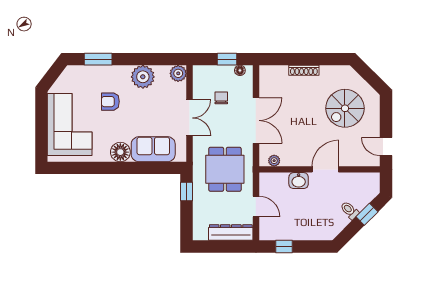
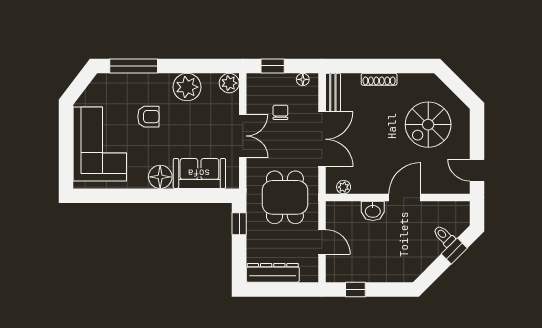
window: (98, 59) -> (134, 66), width x1.44
window: (227, 59) -> (273, 66), moved
bench: (265, 81) -> (333, 92), added
armchair: (110, 102) -> (148, 117), turned 180
toilet: (350, 210) -> (444, 236), moved
dresser: (231, 233) -> (273, 273), moved

